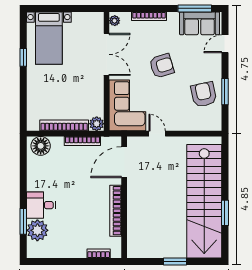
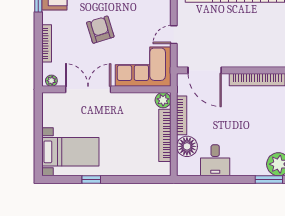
floor lamp: (41, 146) -> (187, 146), moved
desk: (41, 205) -> (215, 160), moved

